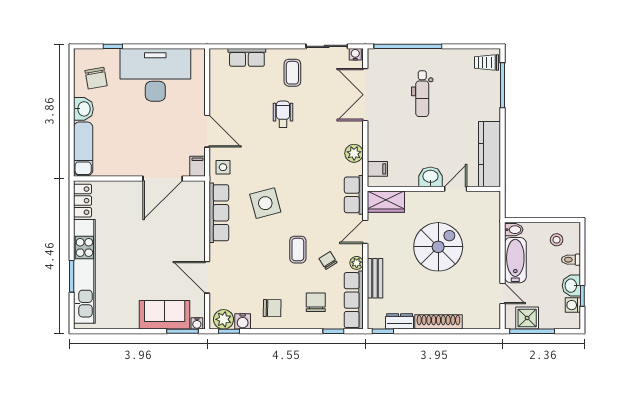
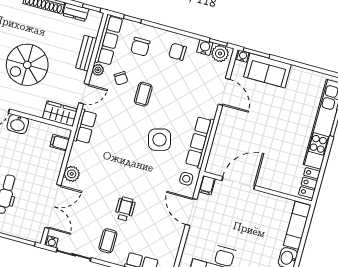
wheelchair: (283, 114) -> (125, 209), turned 180
plant: (354, 153) -> (72, 174), moved

